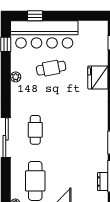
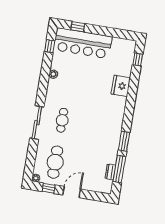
cafe table: (51, 68) -> (84, 72), removed

